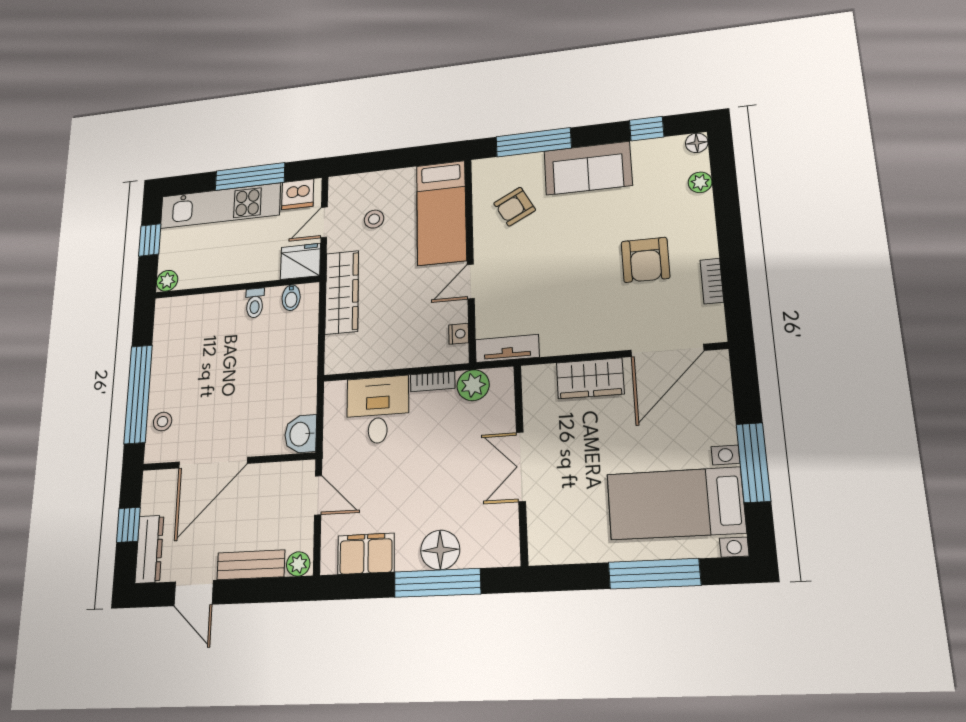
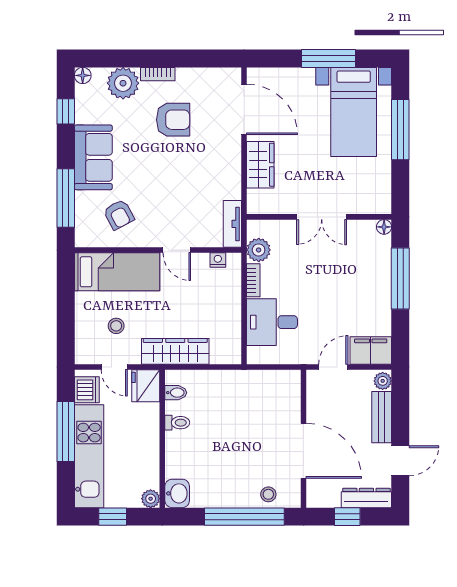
plant: (700, 182) -> (123, 83), width x1.88, depth x1.88
bookcase: (712, 281) -> (158, 74), moved
washbasin: (301, 434) -> (177, 493), moved, turned -90
floor lamp: (440, 550) -> (384, 227), moved, width x0.53, depth x0.53
filing cabinet: (366, 554) -> (371, 351), moved, turned 90

